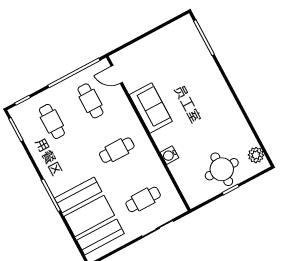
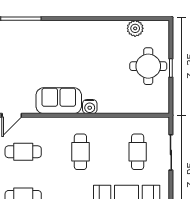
water cooler: (169, 155) -> (90, 107), moved
plant: (256, 155) -> (135, 28), moved

